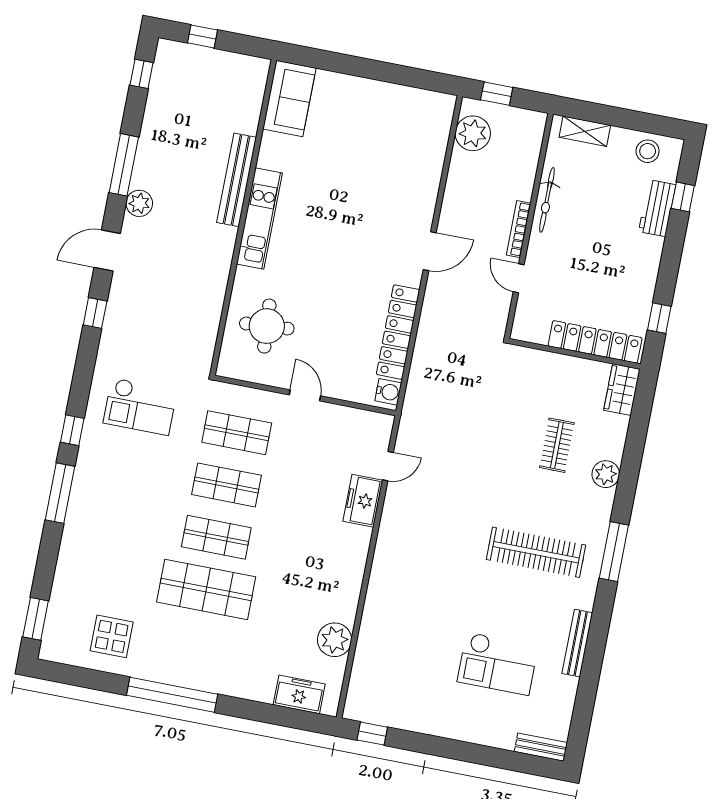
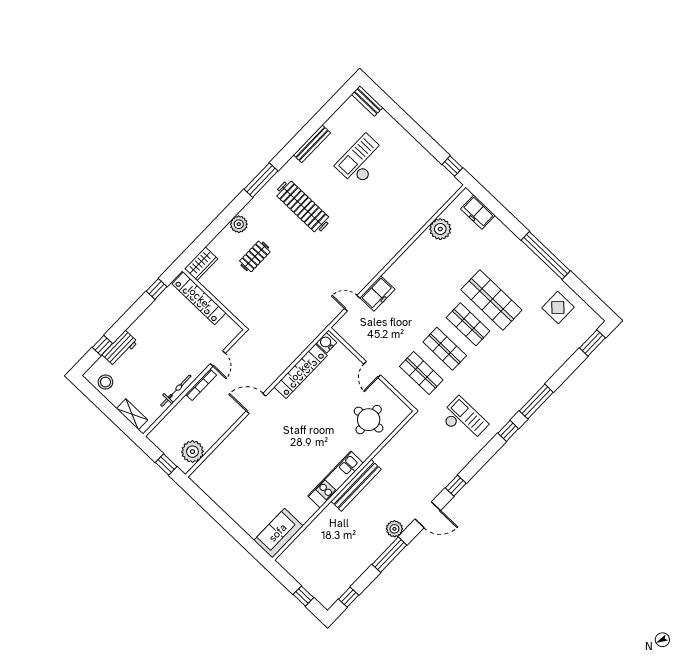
bench: (237, 180) -> (356, 485), moved
checkout: (498, 664) -> (361, 160), turned -90

